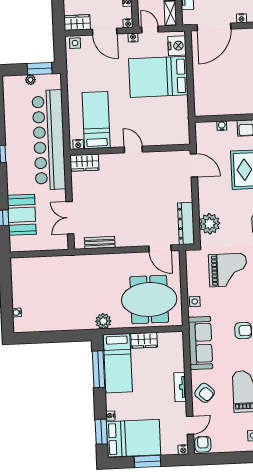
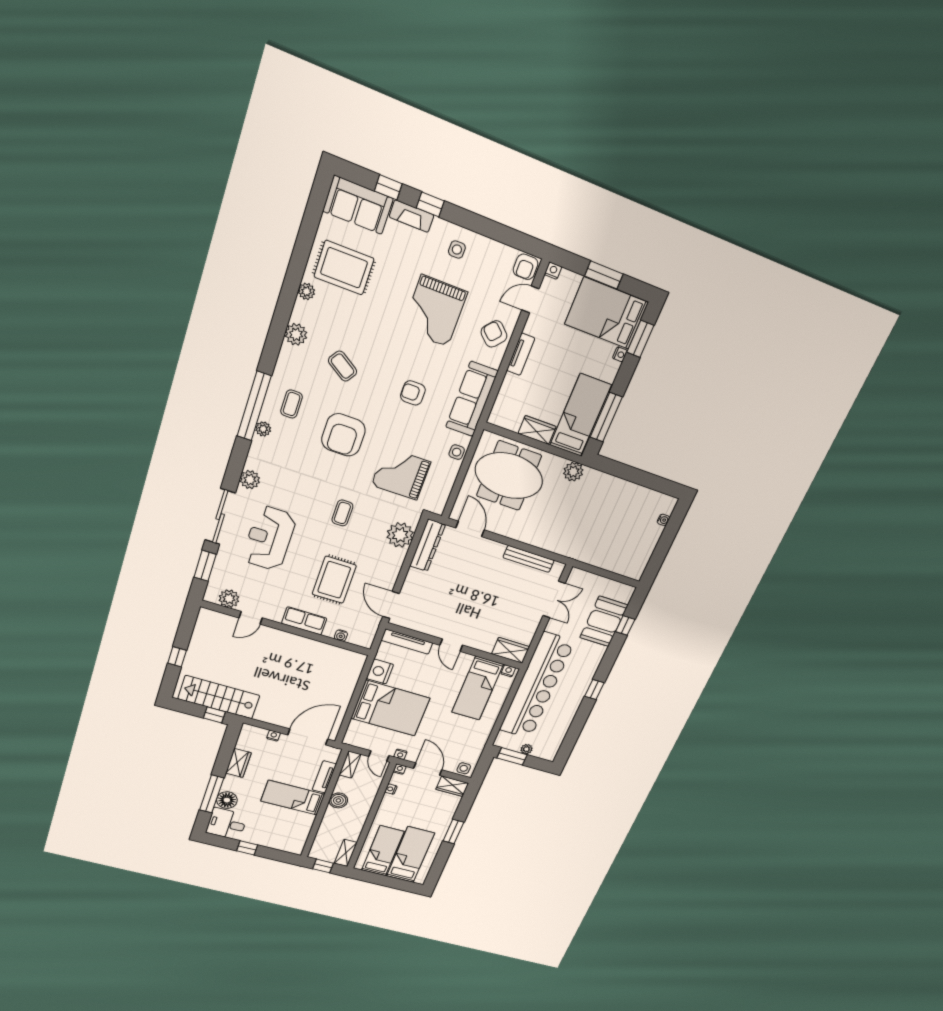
nightstand: (177, 46) -> (380, 671), moved
tv unit: (169, 140) -> (407, 642), added
bench: (100, 243) -> (529, 559), width x1.36

